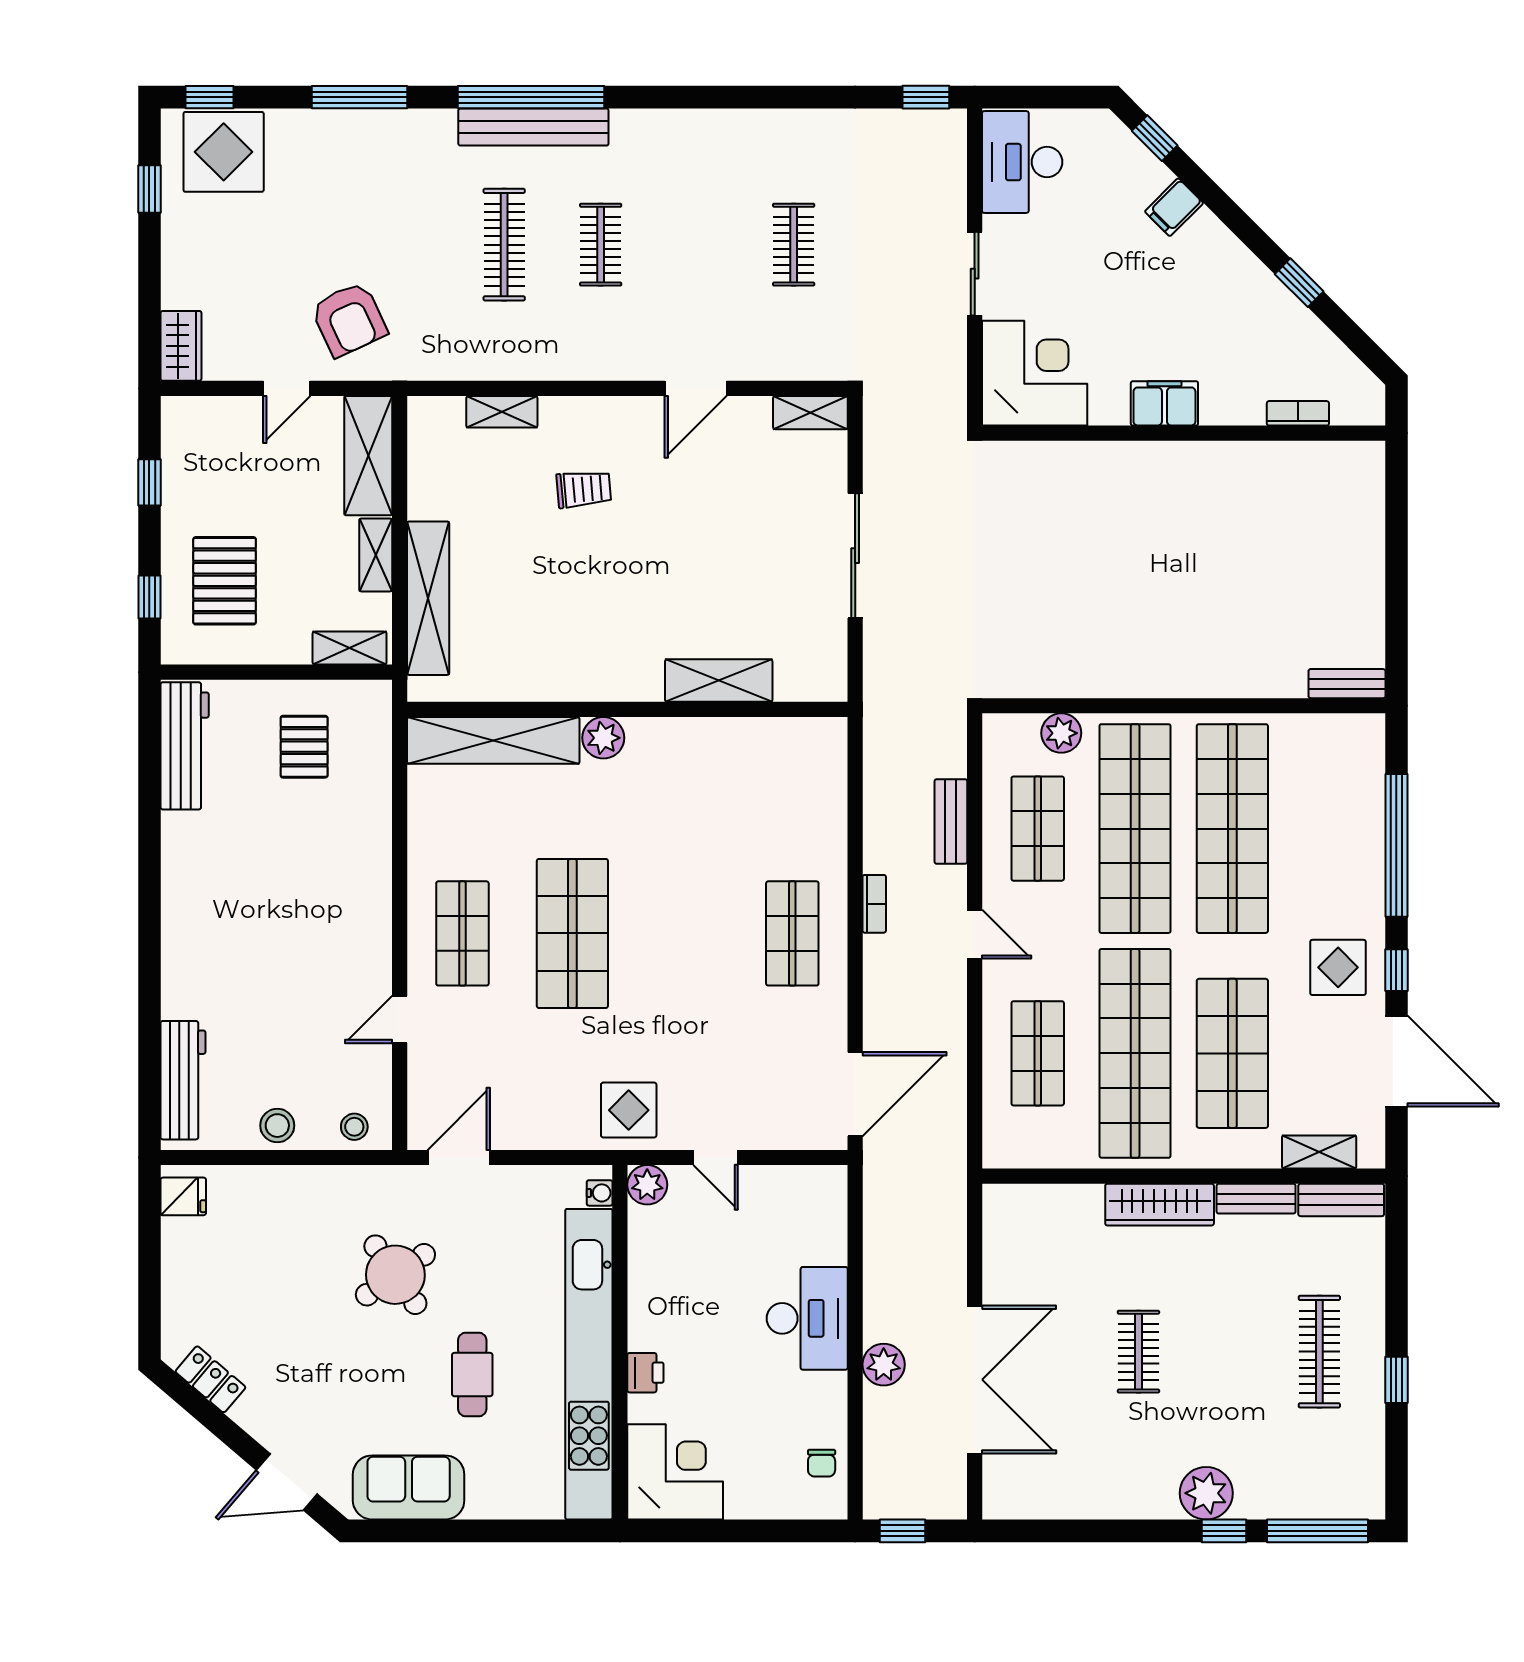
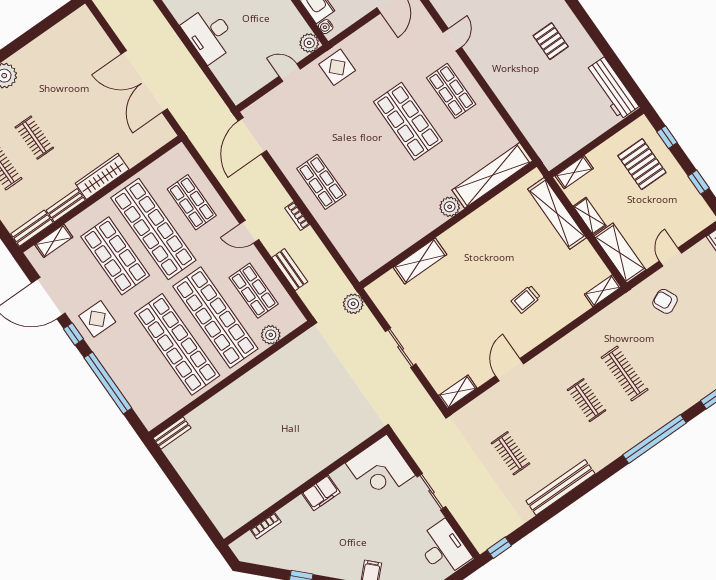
bench: (533, 127) -> (560, 487), moved
armchair: (349, 319) -> (665, 301), width x0.72, depth x0.72
shelving: (502, 412) -> (603, 291), moved
sliding door: (855, 556) -> (401, 348), width x0.73
pallet: (304, 747) -> (551, 41), moved
clothes rail: (1138, 1352) -> (34, 138), moved
plant: (884, 1365) -> (353, 304), moved
double door: (975, 1380) -> (144, 82), moved

